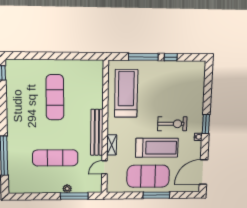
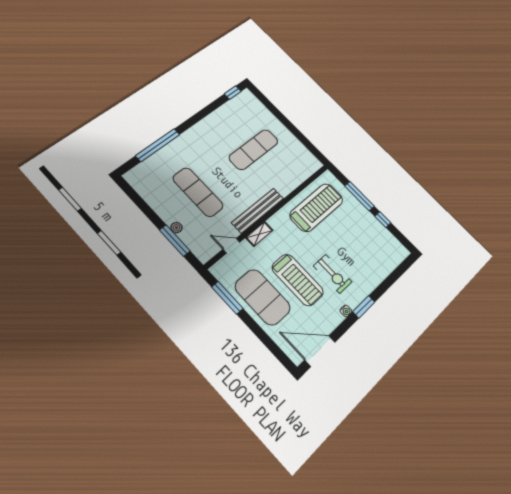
window: (156, 195) -> (227, 298), moved

